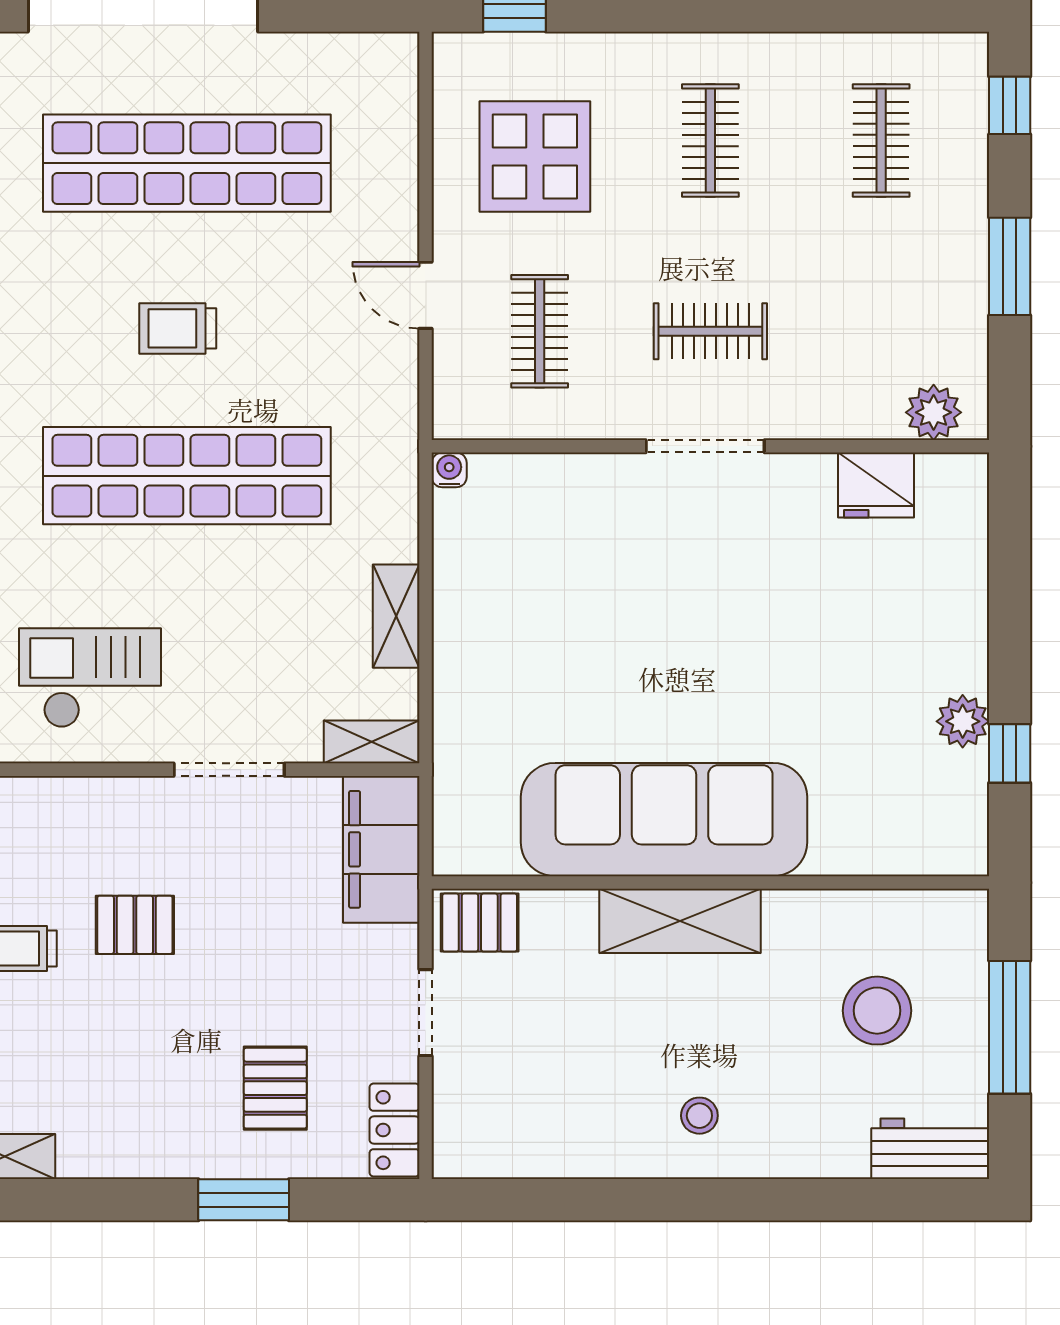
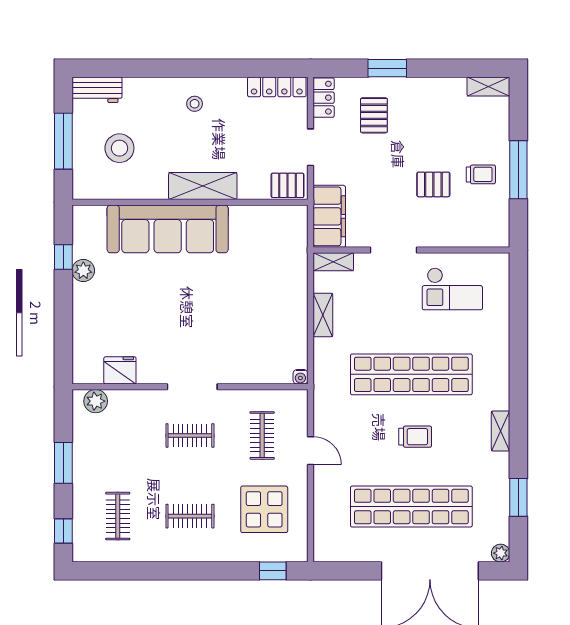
clothes rail: (710, 140) -> (190, 516), turned 90
sofa: (664, 820) -> (168, 229), moved
locker: (505, 1155) -> (277, 87), added

